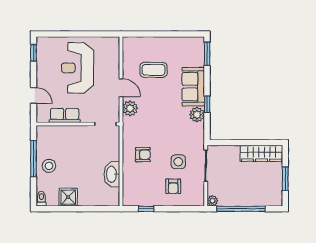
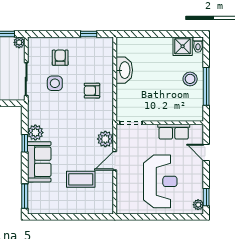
plant: (41, 46) -> (198, 205), added
door: (121, 88) -> (115, 161), hinge flipped
shower: (68, 197) -> (183, 46), moved

